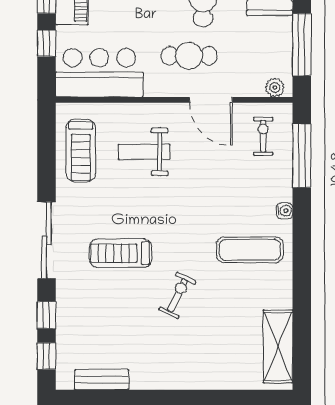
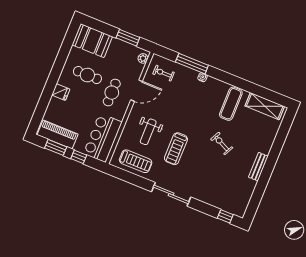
window: (302, 45) -> (128, 38), width x0.69
window: (302, 156) -> (192, 64), moved
exercise mat: (250, 250) -> (231, 104), moved
treadmill: (121, 253) -> (176, 149), moved
window: (46, 315) -> (206, 209), removed
bench: (102, 380) -> (258, 167), moved

